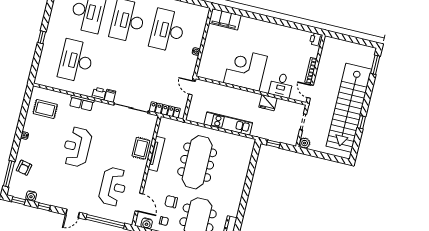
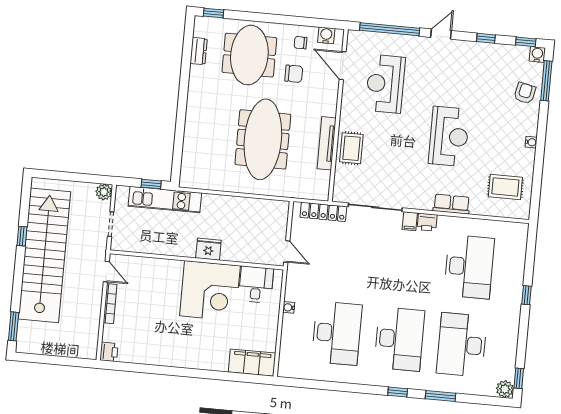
desk: (281, 85) -> (256, 285), moved
fridge: (268, 103) -> (208, 249), moved
kitchen unit: (228, 123) -> (165, 200), moved
water cooler: (31, 196) -> (537, 54), moved

